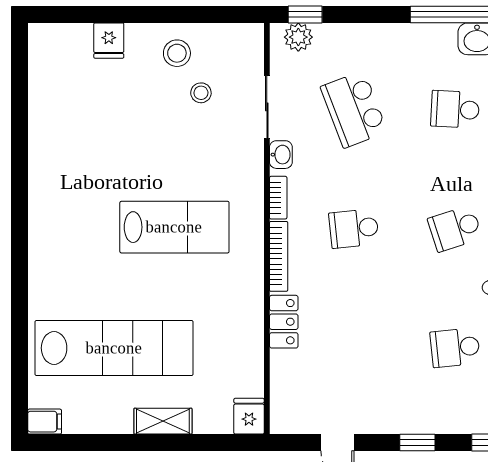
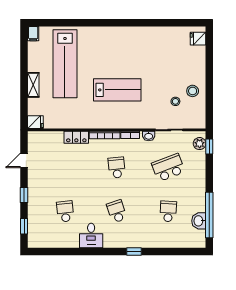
fridge: (109, 41) -> (198, 39), moved
lab bench: (174, 227) -> (117, 90), turned -90

